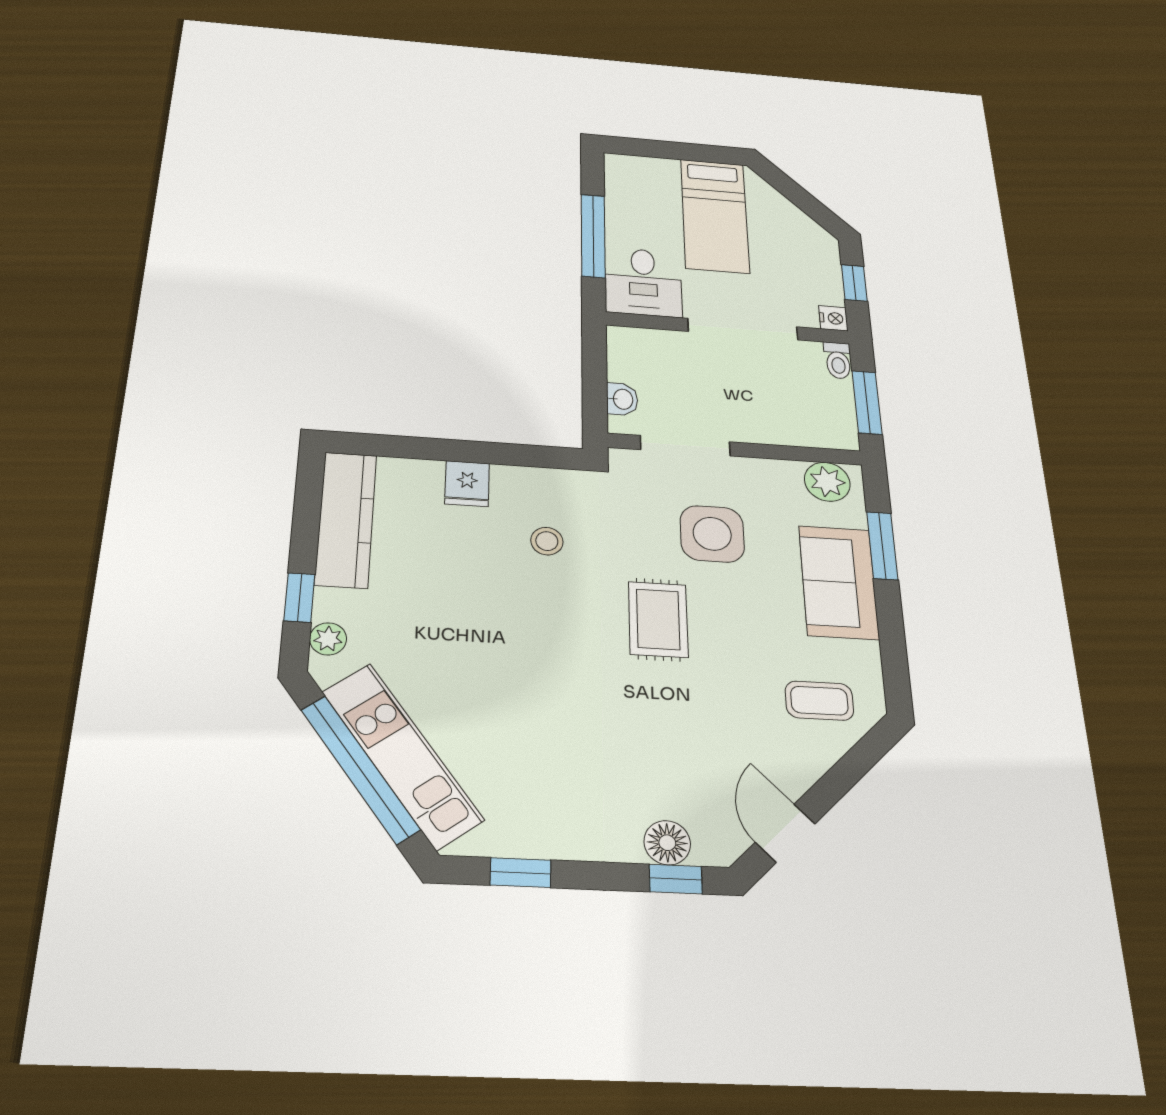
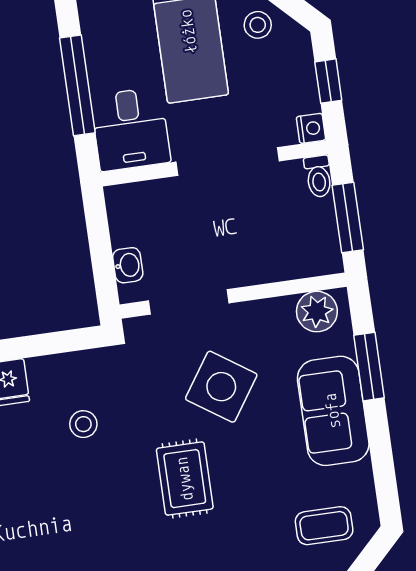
stool: (786, 224) -> (258, 25), added
side table: (712, 534) -> (221, 387), turned 34

